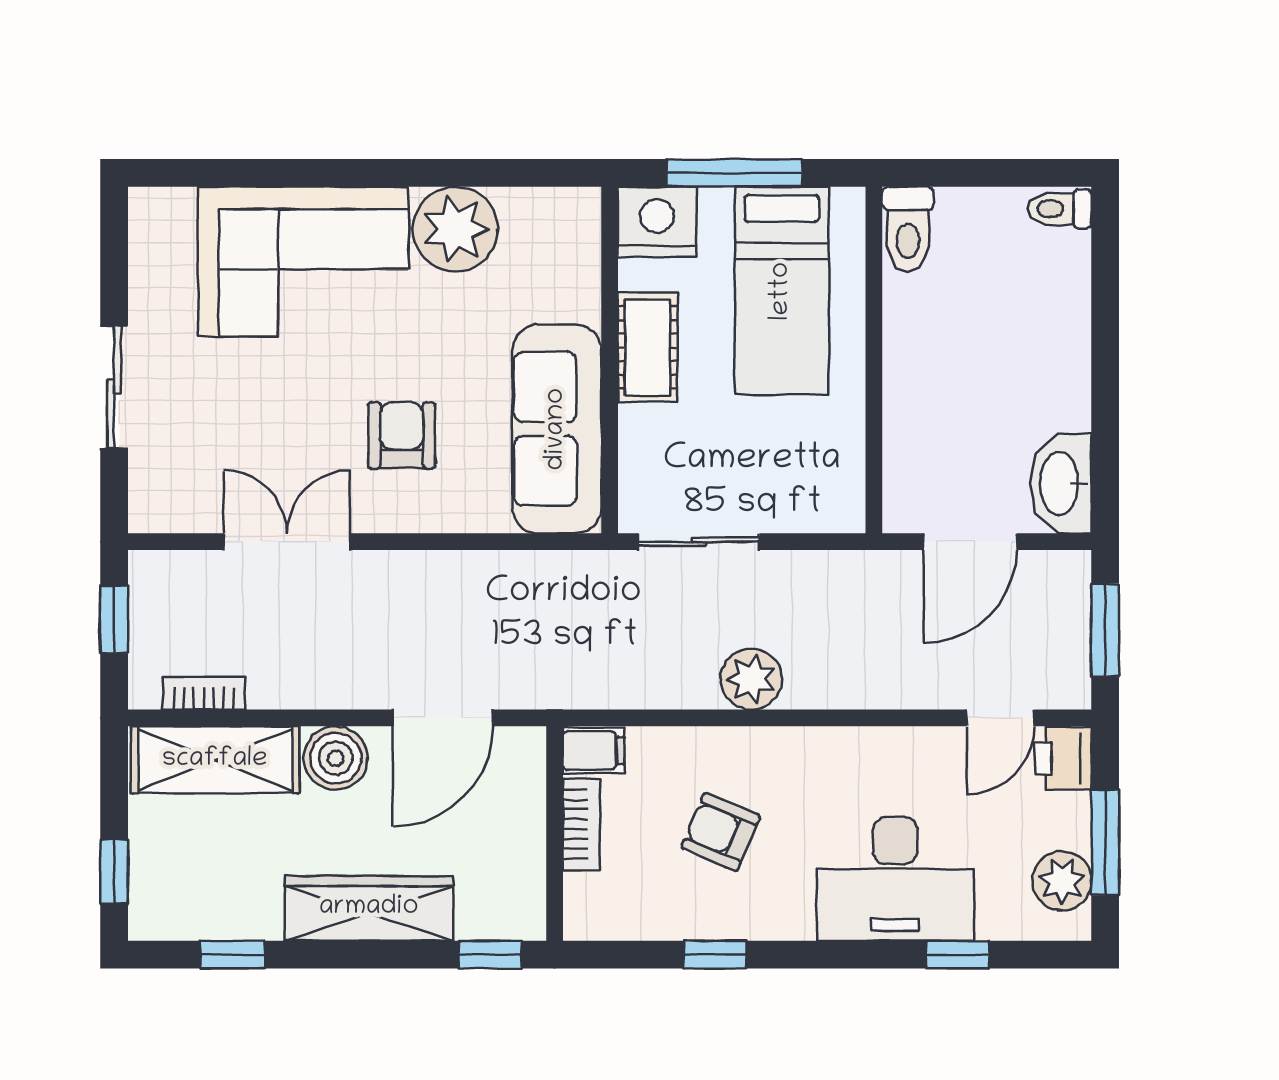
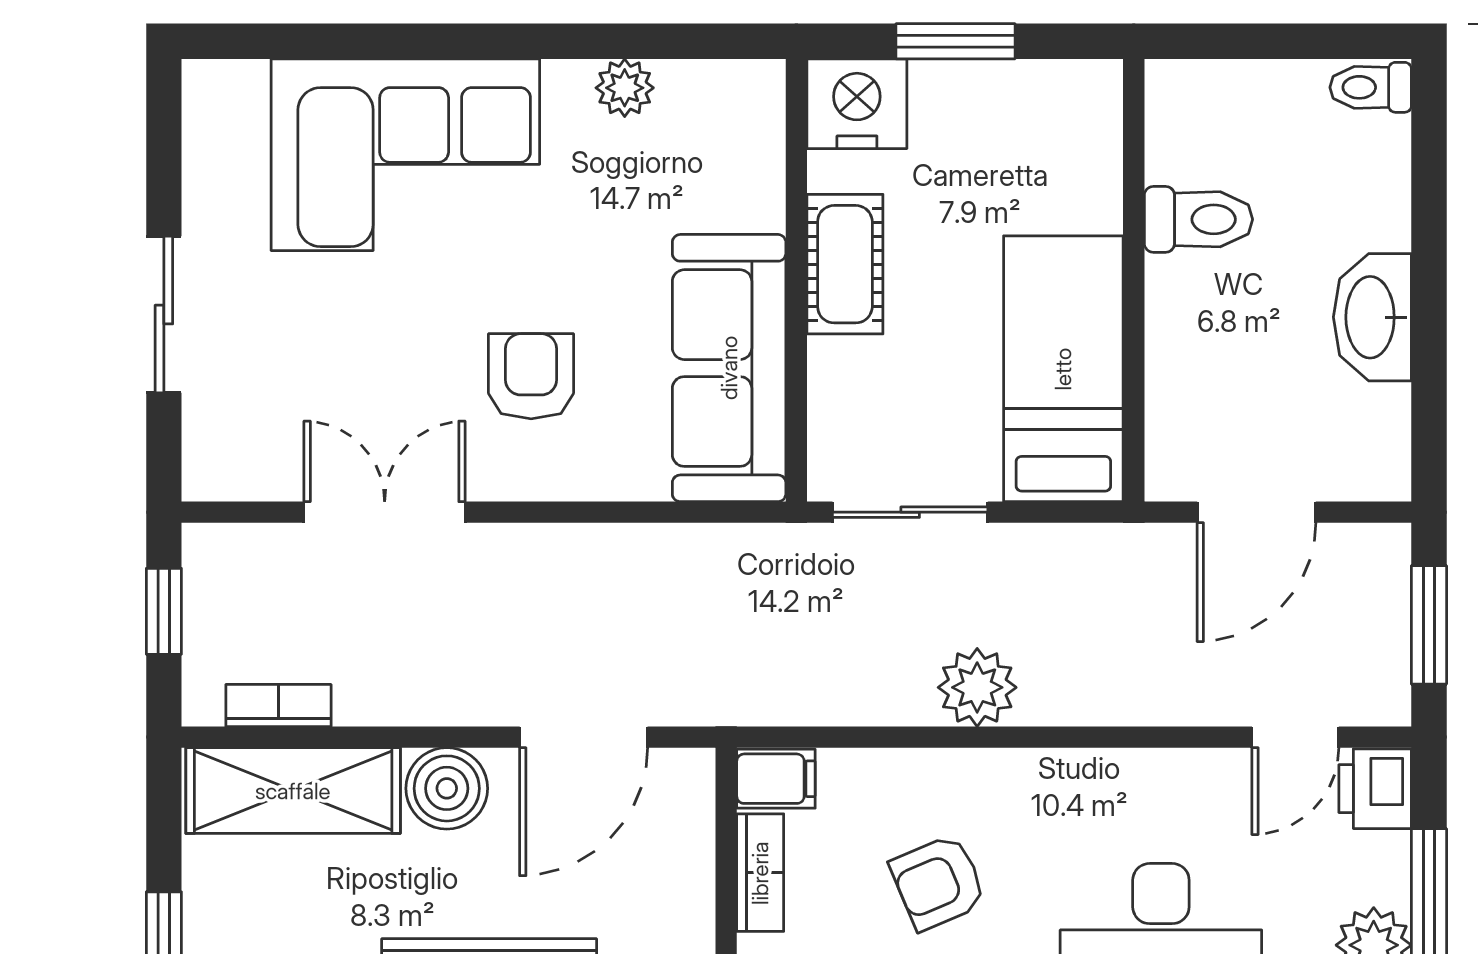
window: (734, 173) -> (956, 41), width x0.69
plant: (455, 229) -> (625, 88), width x0.53, depth x0.53
toilet: (908, 229) -> (1198, 219), moved, turned -90
bed: (782, 291) -> (1063, 369), moved, turned 180
washbasin: (1061, 484) -> (1372, 317), moved
armchair: (721, 832) -> (938, 882), turned -46

